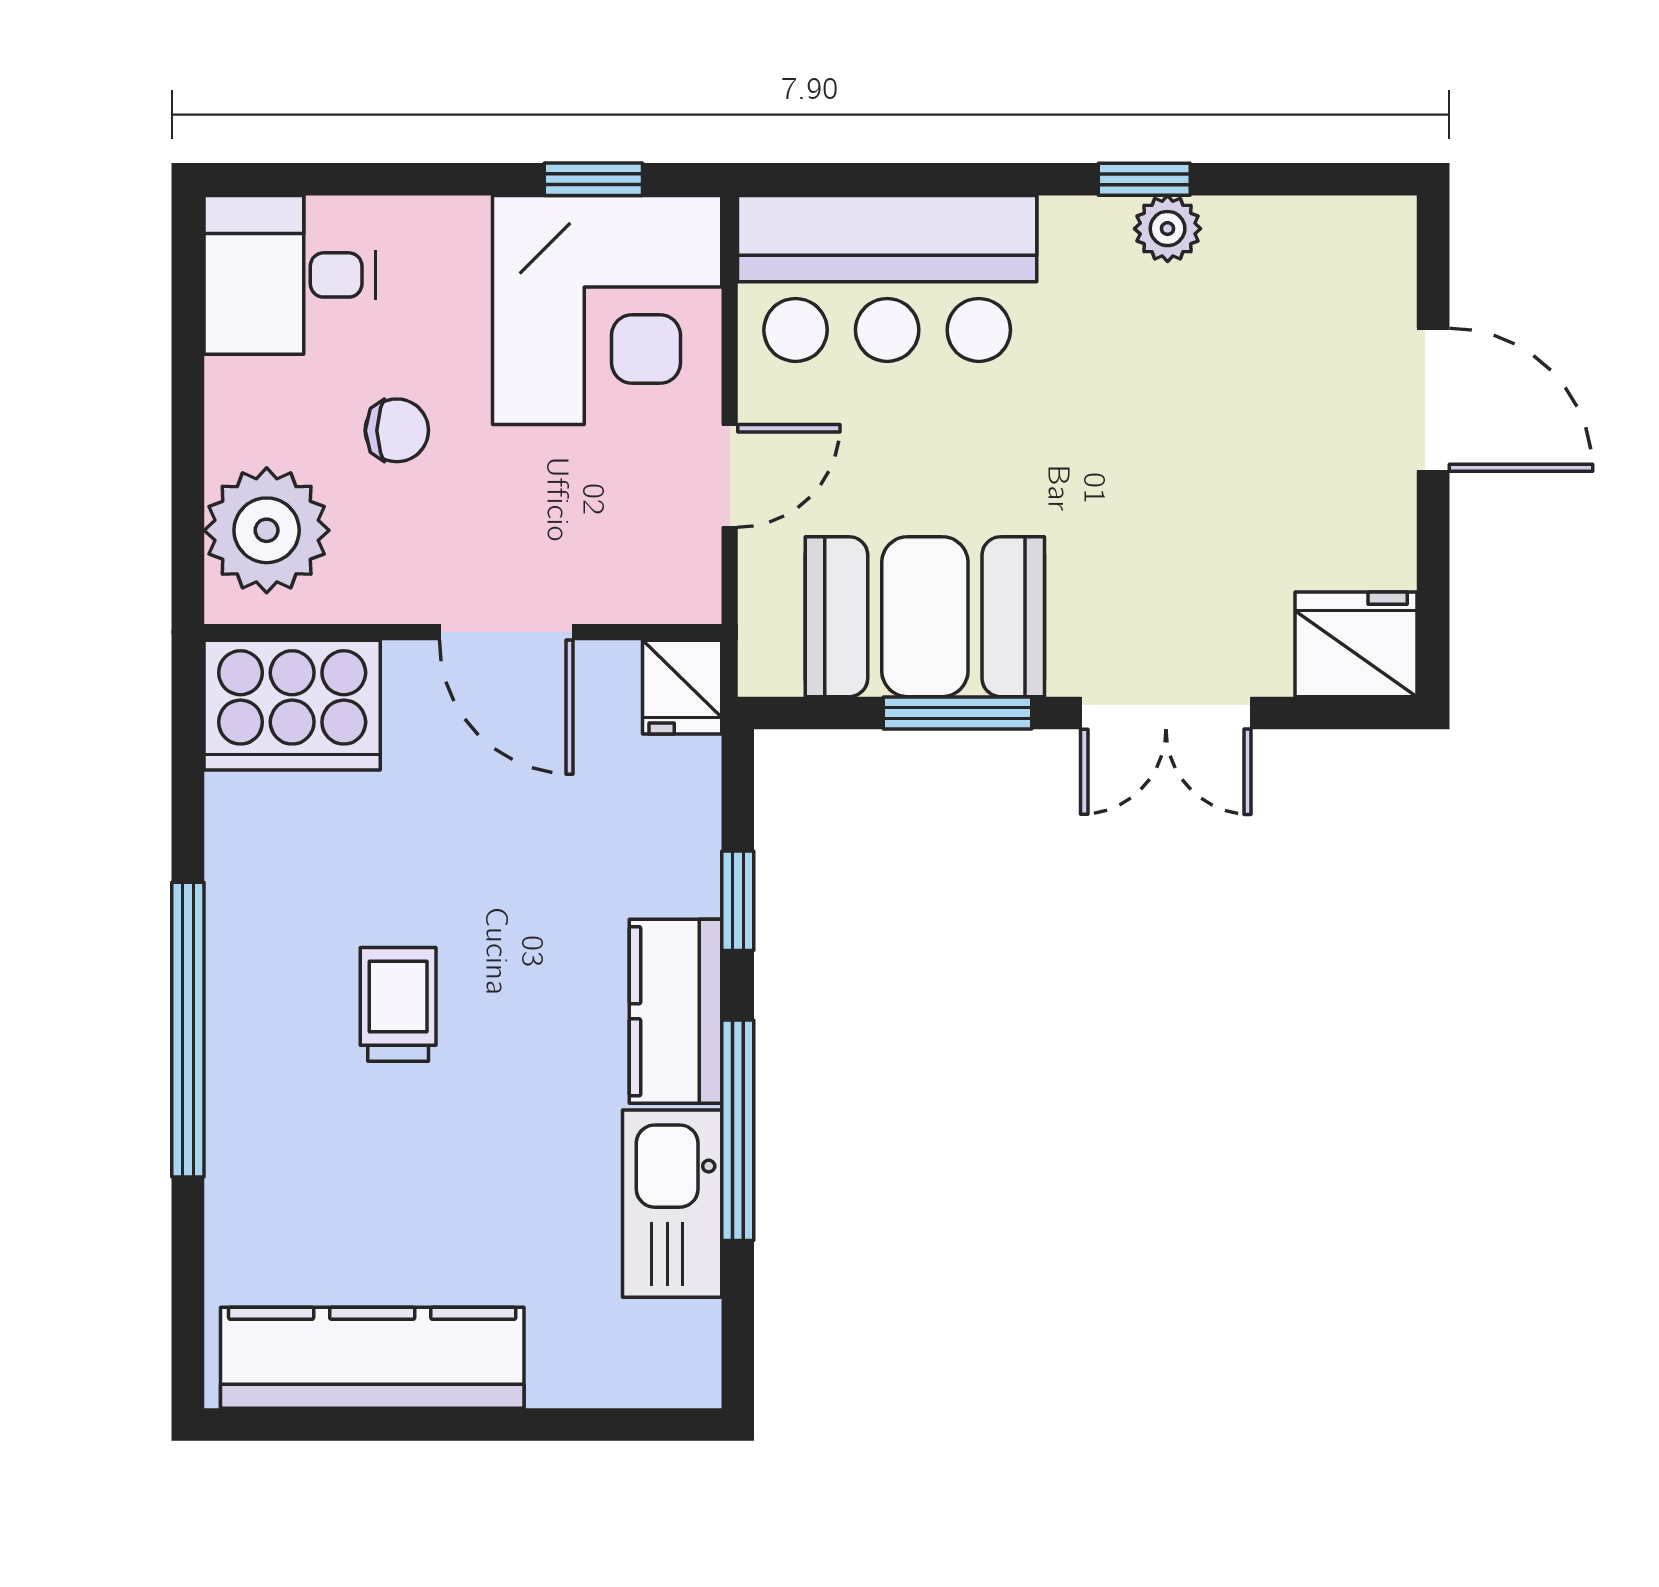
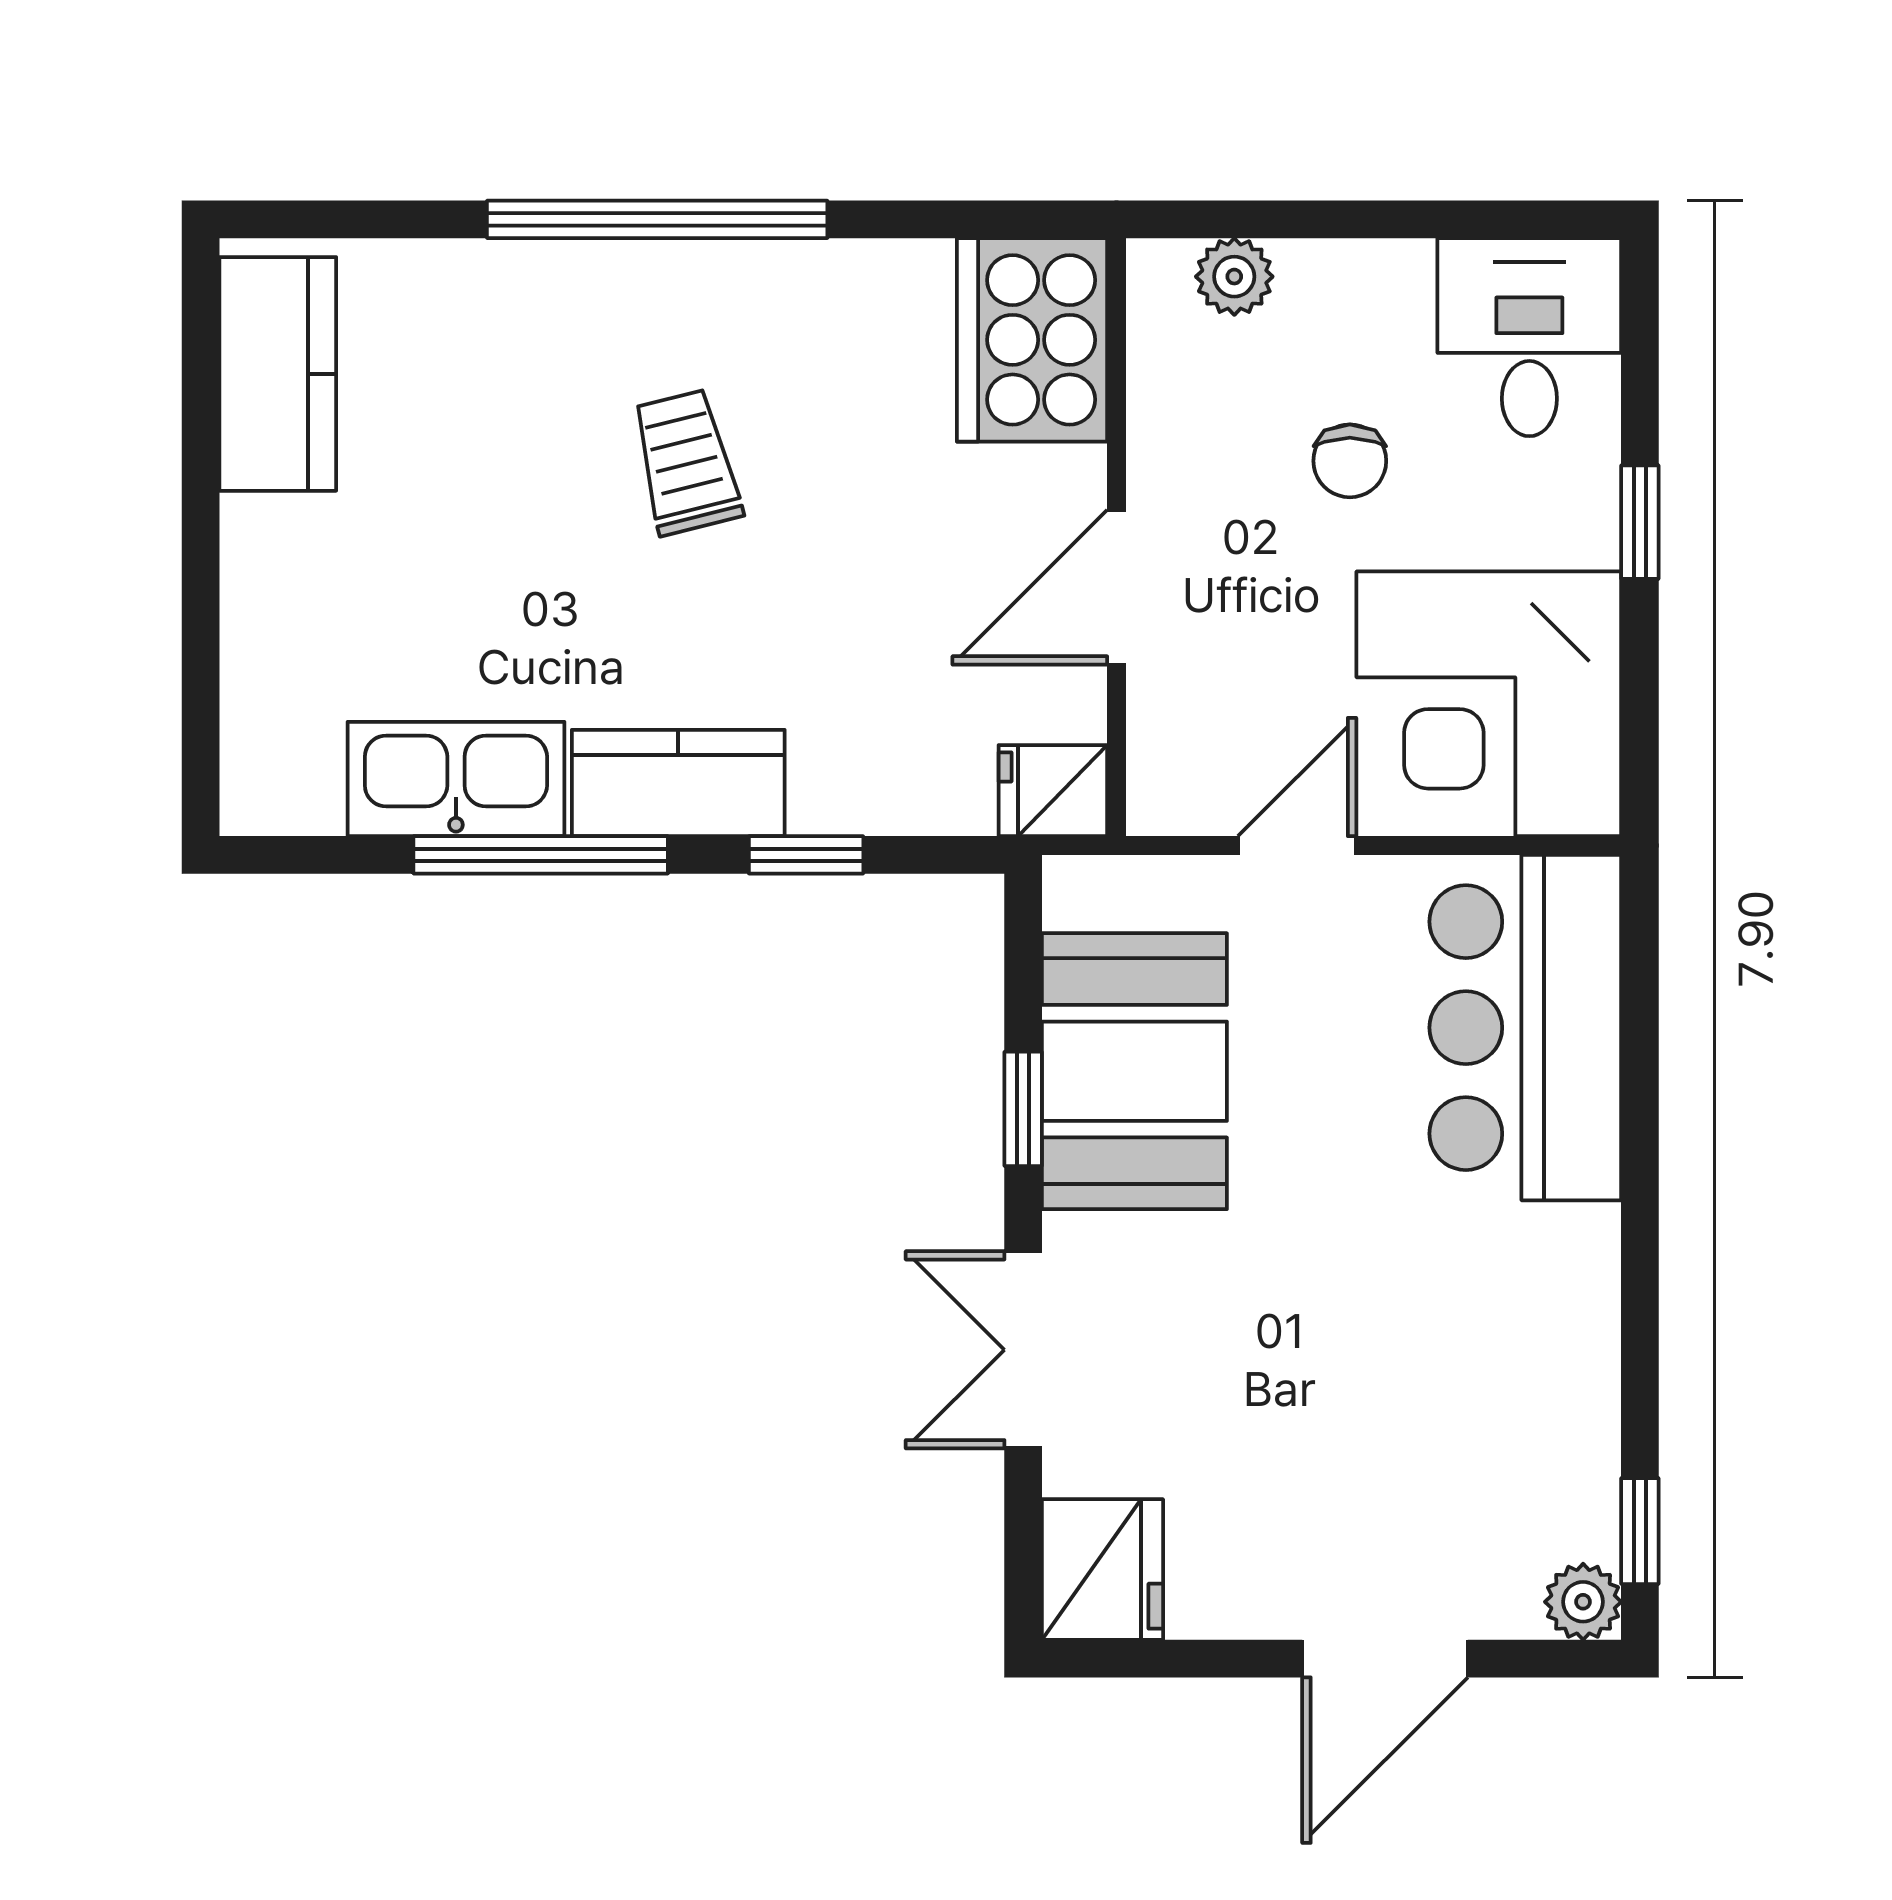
window: (593, 179) -> (1640, 522), moved
window: (1144, 179) -> (1640, 1531), moved
plant: (1168, 229) -> (1583, 1602), moved
door: (730, 476) -> (1297, 846), swing flipped
plant: (267, 530) -> (1234, 277), width x0.53, depth x0.53
window: (957, 713) -> (1023, 1109), width x0.67
trolley: (398, 1004) -> (686, 462), turned -104
kitchen counter: (372, 1358) -> (278, 374), width x0.67

